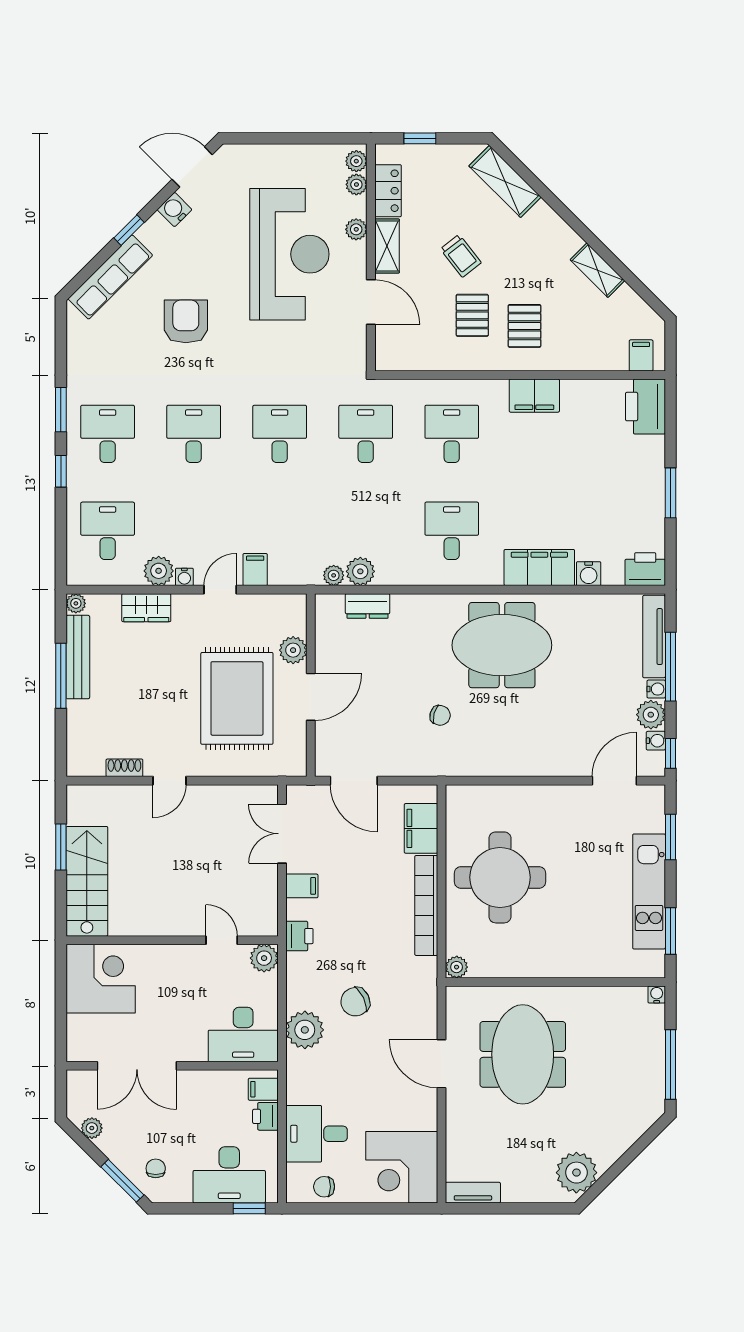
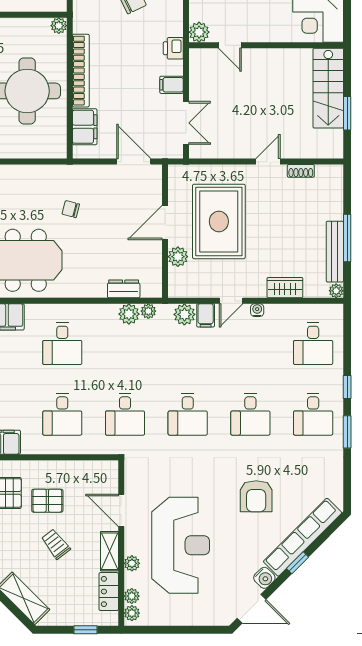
reception desk: (289, 254) -> (181, 545), turned 180
row of seats: (110, 277) -> (303, 537), width x1.36
pallet: (472, 315) -> (47, 501), turned 90
plant: (159, 571) -> (184, 314), moved

